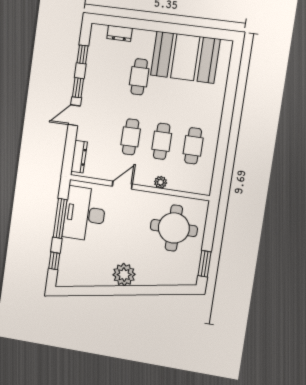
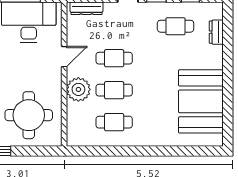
cafe table: (139, 77) -> (176, 26), moved
plant: (161, 182) -> (78, 89), width x1.88, depth x1.88
door: (122, 185) -> (64, 57), hinge flipped

